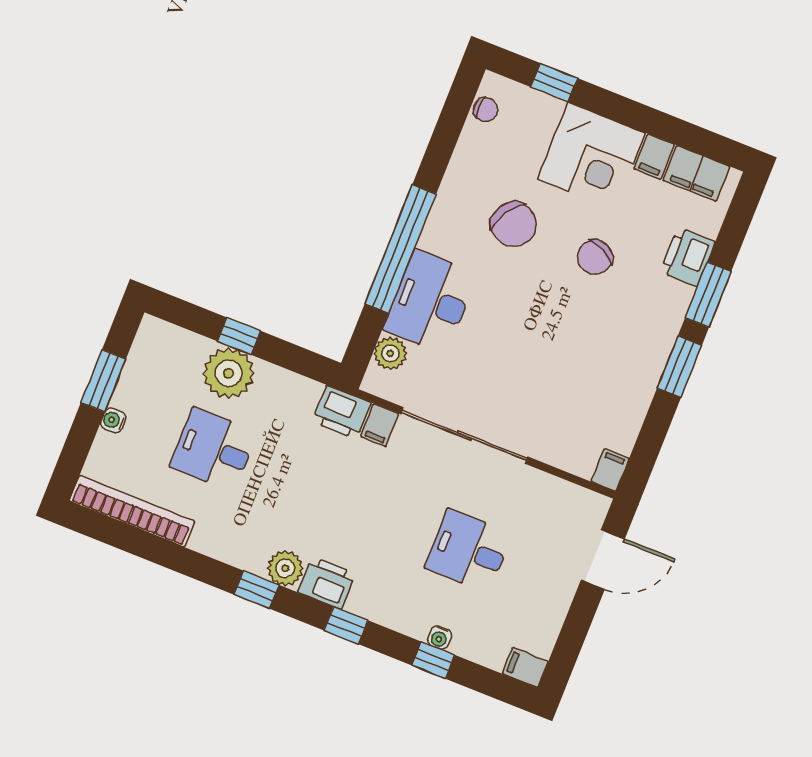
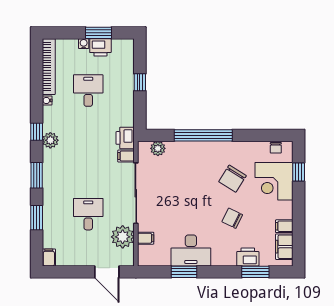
corner desk: (591, 156) -> (274, 181), moved
window: (708, 295) -> (255, 272), moved
desk: (431, 302) -> (191, 250), moved, turned 180
window: (679, 367) -> (184, 272), moved
plant: (229, 373) -> (123, 237), moved
filing cabinet: (610, 470) -> (146, 238), moved
printer: (327, 583) -> (100, 47), moved, turned 90
window: (346, 625) -> (37, 175), width x1.50
water cooler: (440, 638) -> (47, 100), moved
window: (433, 660) -> (37, 218), width x1.50

